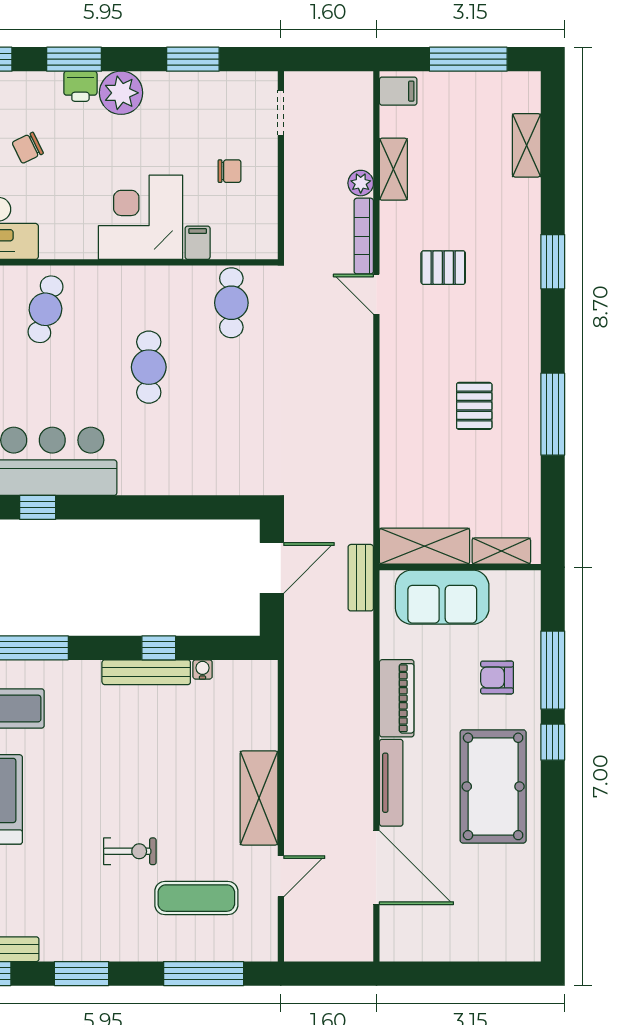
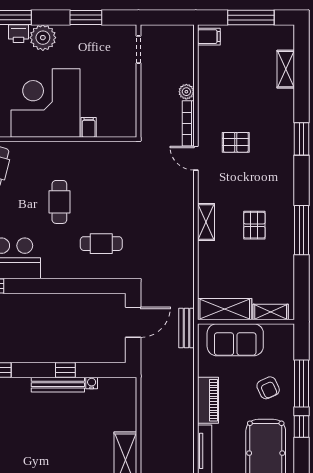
shelving: (393, 169) -> (206, 222), moved
chair: (230, 171) -> (108, 85), removed
corner desk: (141, 217) -> (45, 103), width x1.36, depth x1.36
cafe table: (231, 303) -> (101, 244), moved, turned 90
armchair: (497, 677) -> (268, 388), turned -115

